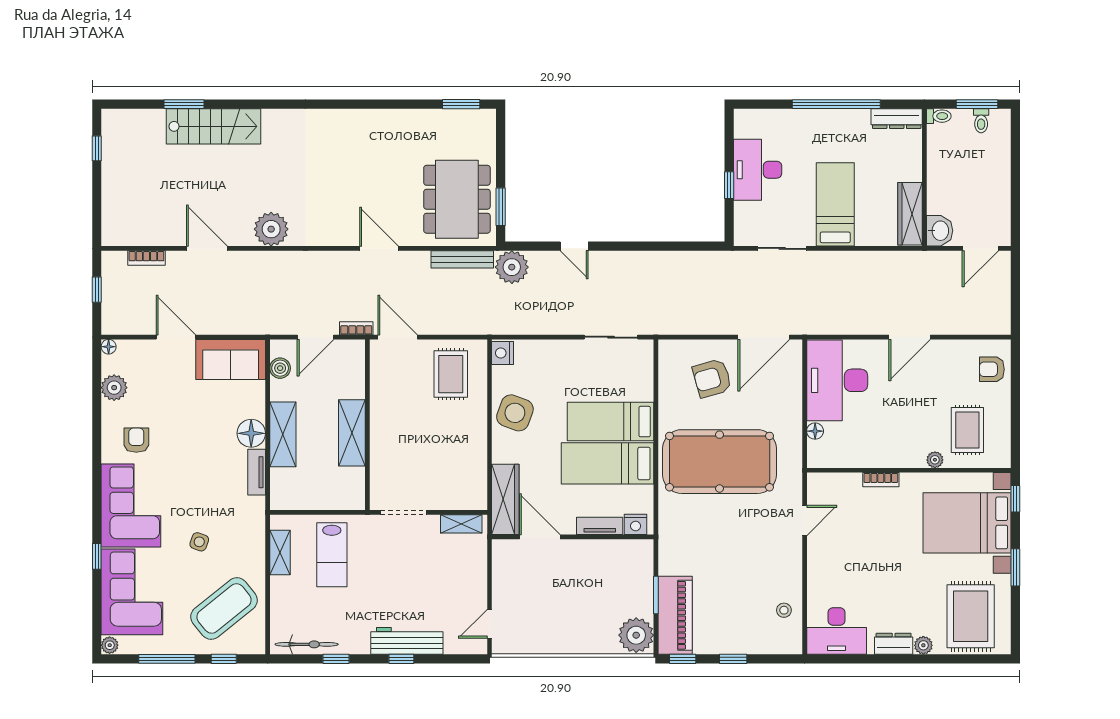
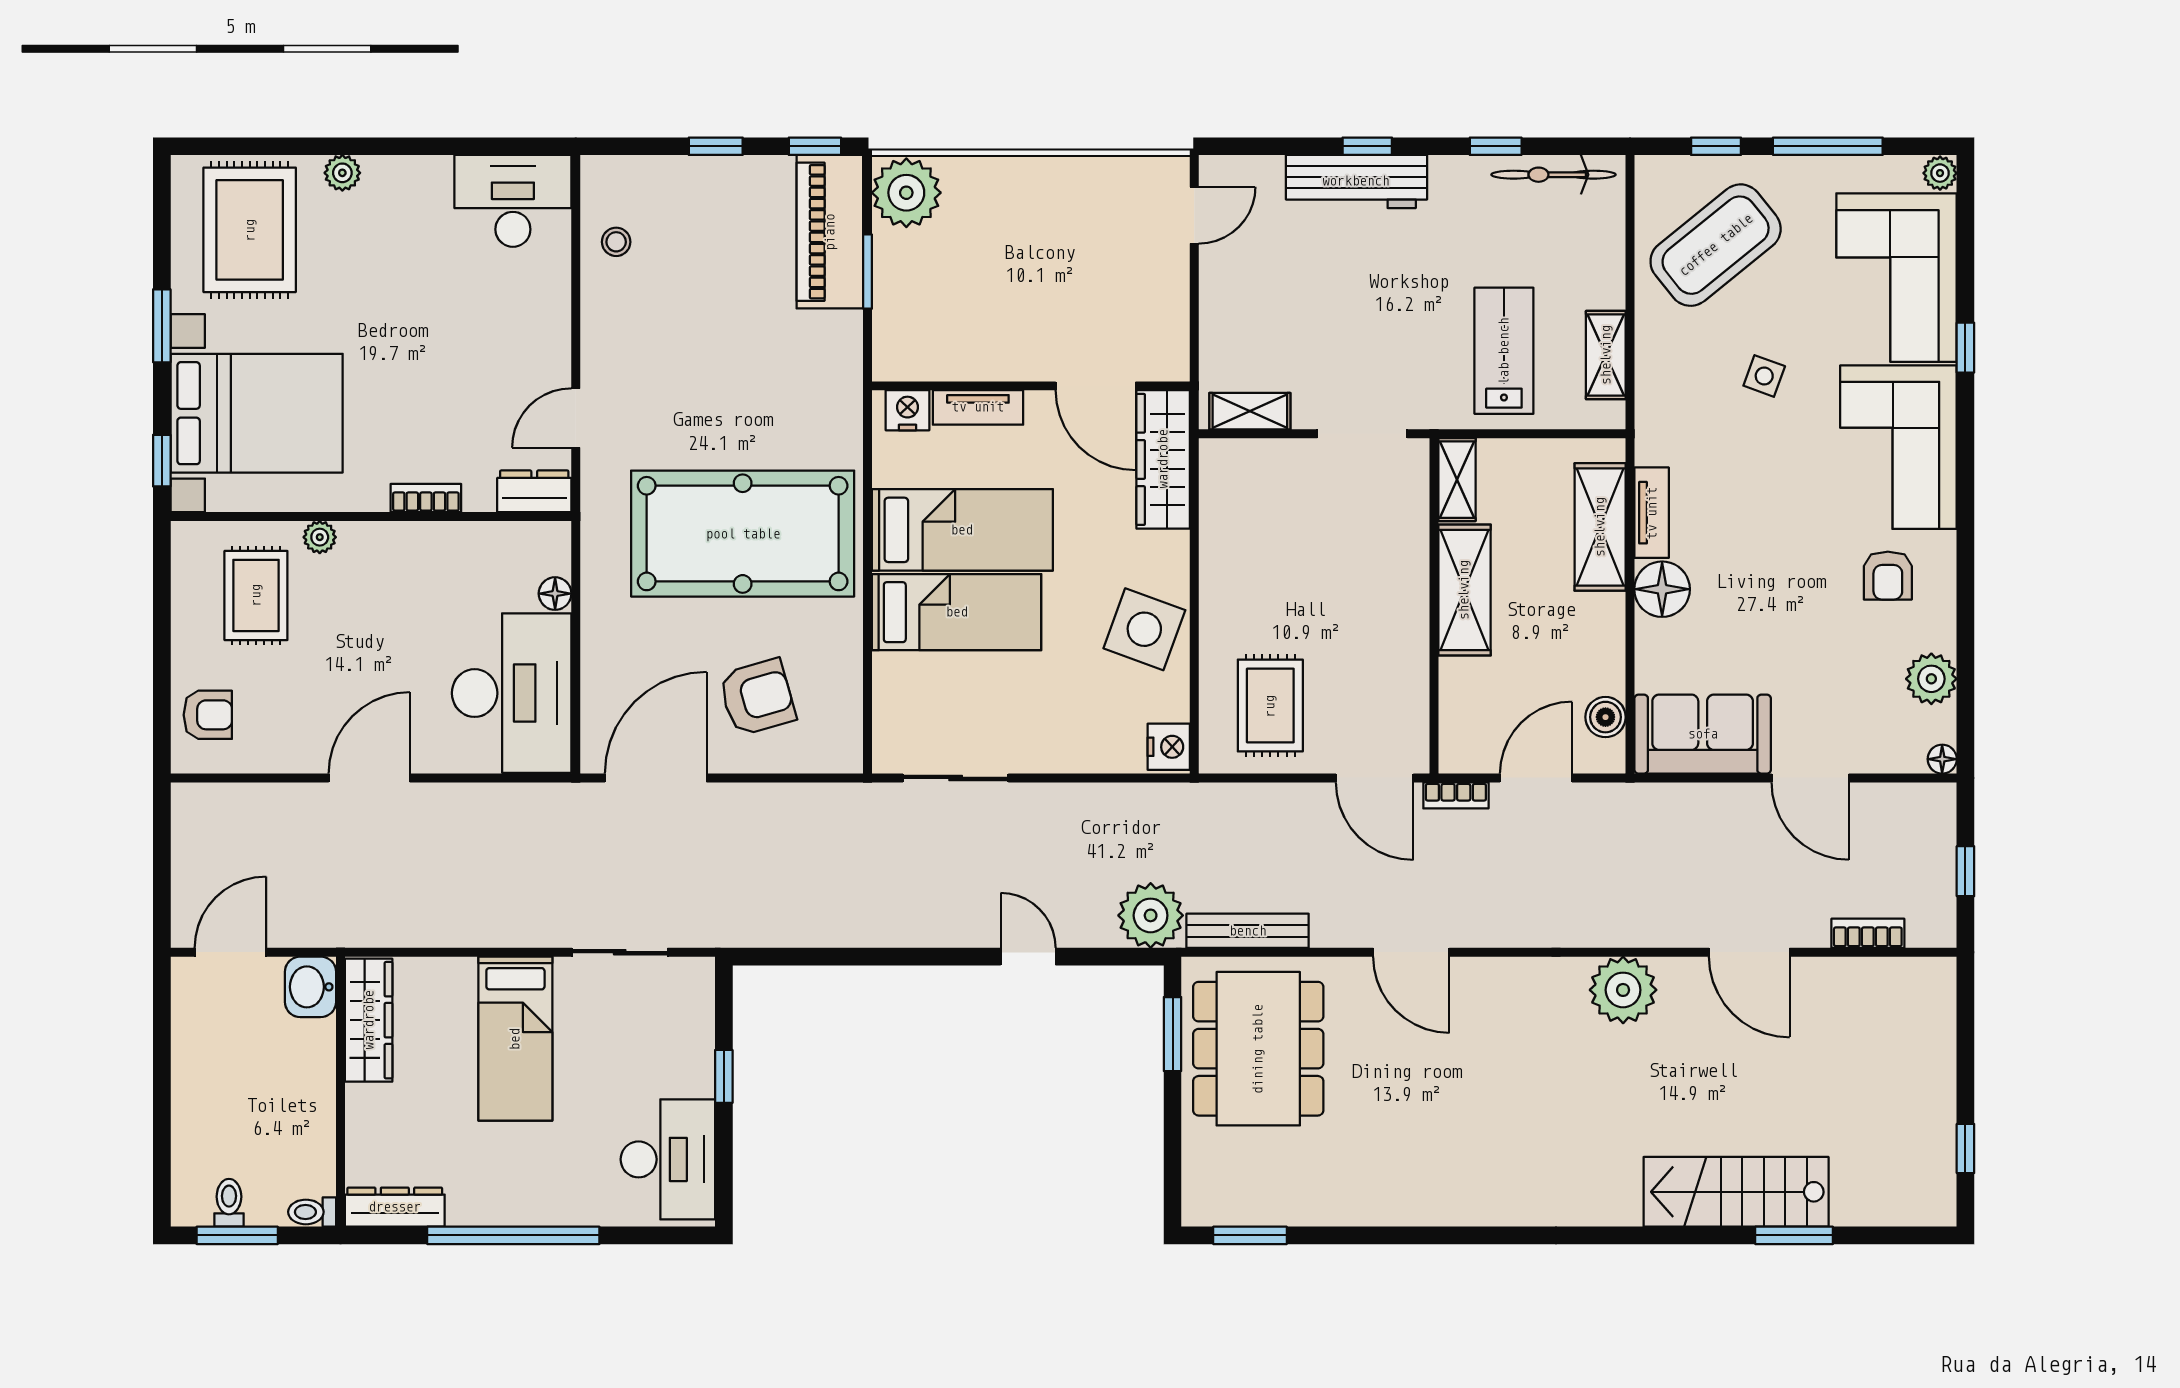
desk: (758, 170) -> (668, 1159), moved
shelving: (283, 434) -> (1600, 527), moved
shelving: (356, 489) -> (1457, 480), added
dresser: (894, 644) -> (534, 491), moved, turned 180

